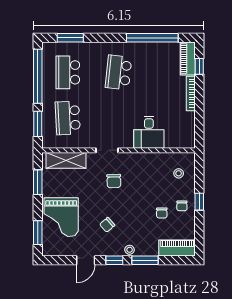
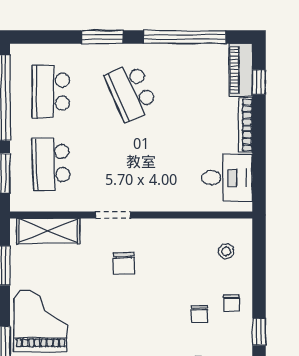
window: (70, 38) -> (102, 37), moved
school desk: (119, 72) -> (131, 92), turned -30
desk: (149, 132) -> (227, 178), moved, turned -90
window: (199, 202) -> (259, 332), moved
grand piano: (61, 217) -> (41, 321), turned 180
chair: (107, 225) -> (113, 333), removed

